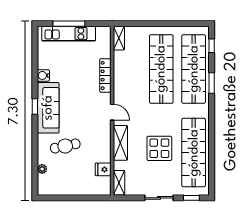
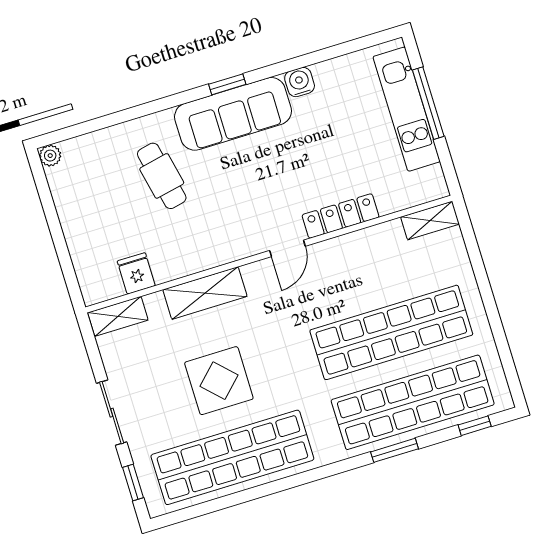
door: (112, 112) -> (287, 248), moved
plant: (42, 169) -> (50, 156), moved

